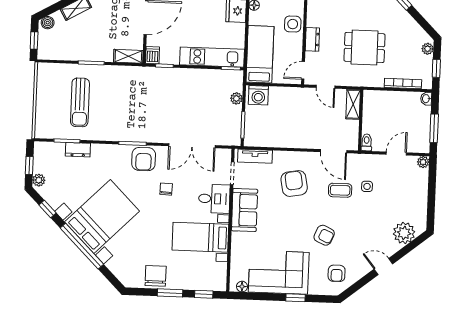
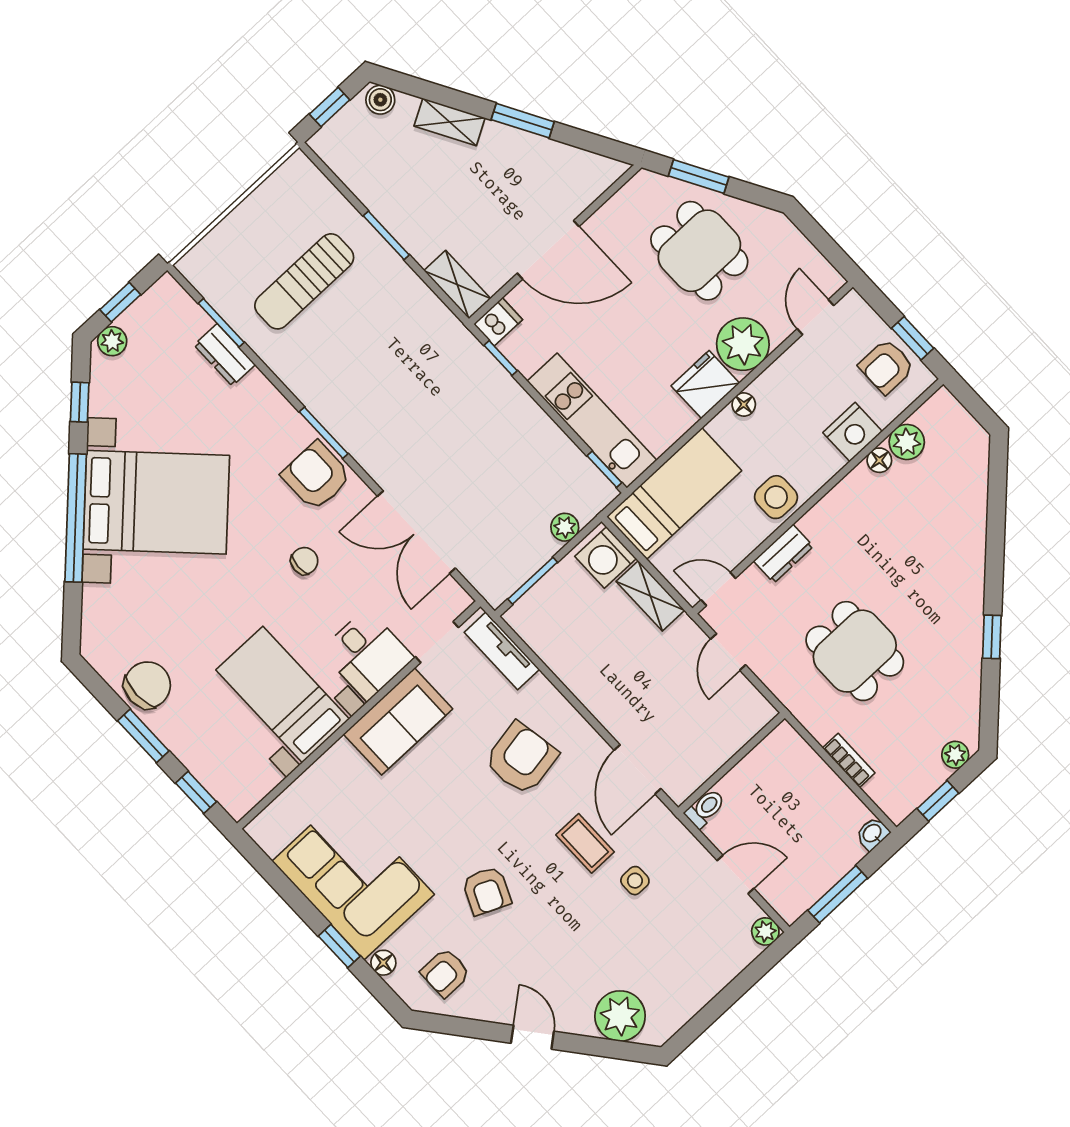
bookcase: (403, 84) -> (849, 760), width x0.64
shelving: (353, 104) -> (650, 596), moved, turned 90
armchair: (144, 159) -> (316, 476), turned 90
floor lamp: (242, 287) -> (383, 963), moved

